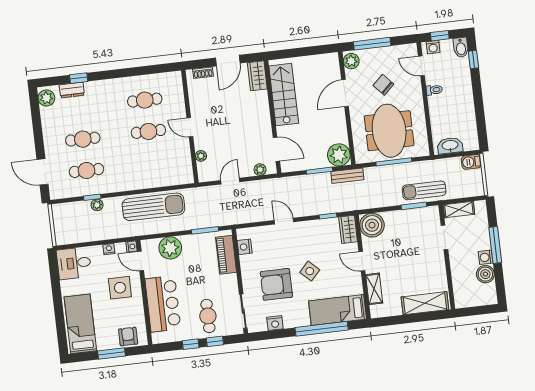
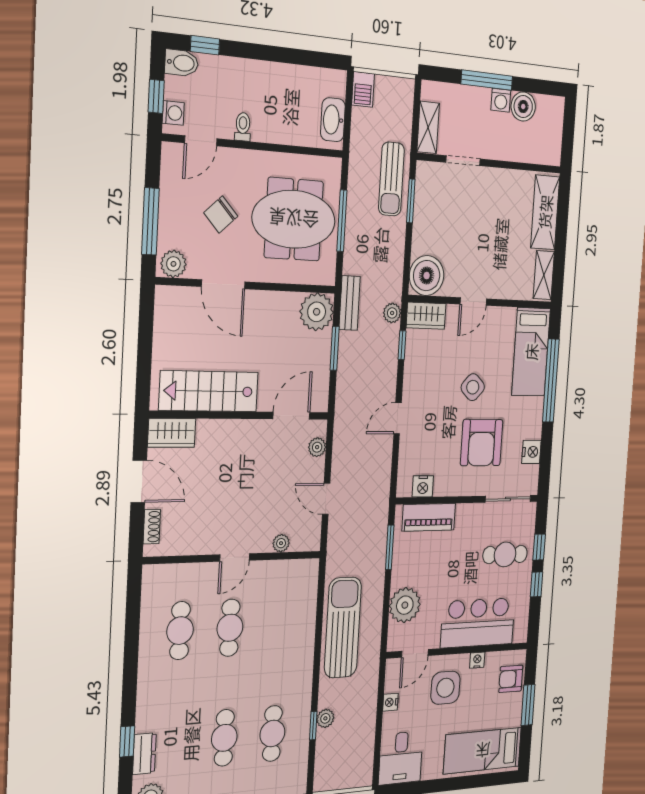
plant: (346, 206) -> (392, 313), added
nightstand: (132, 247) -> (477, 660), moved
shelving: (374, 289) -> (544, 275), moved, turned 90

